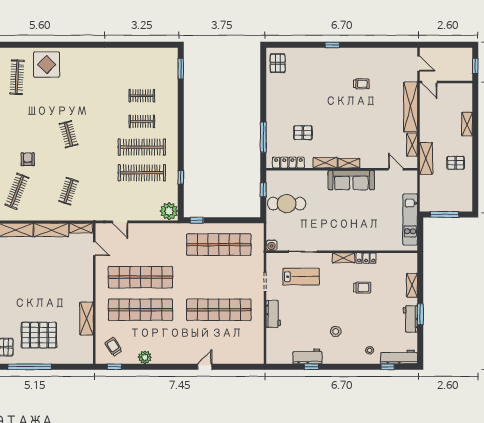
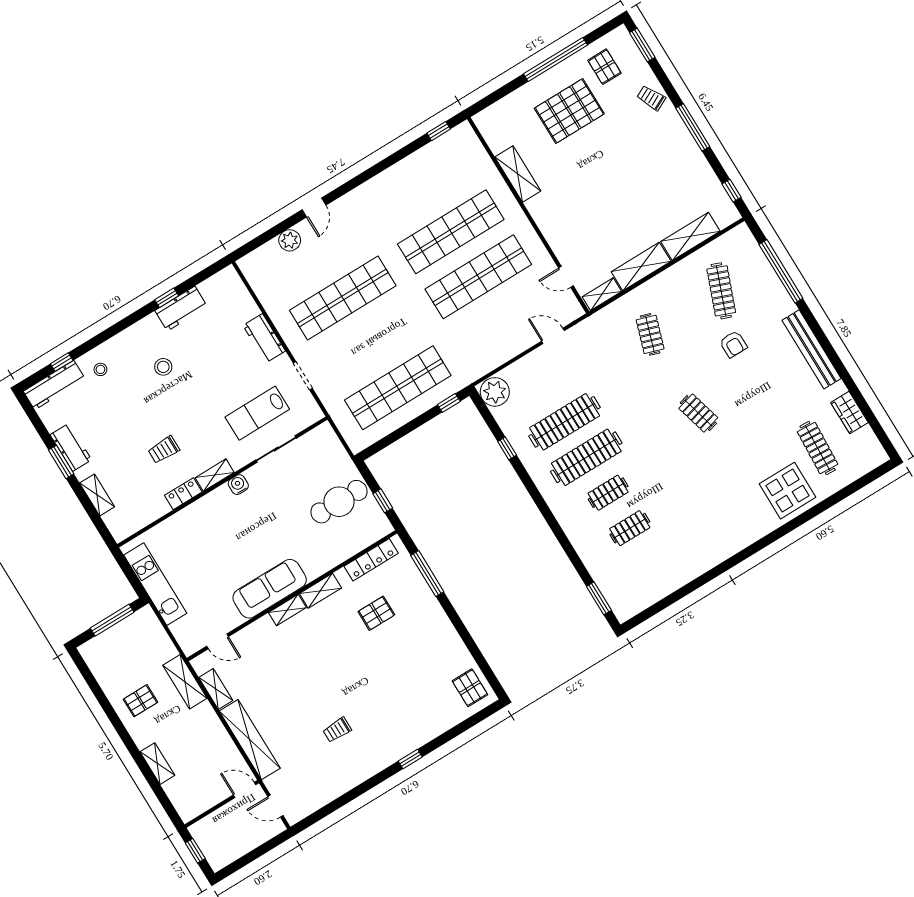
water cooler: (271, 245) -> (238, 485), moved
trolley: (114, 347) -> (457, 158), removed
plant: (145, 357) -> (290, 240), moved

